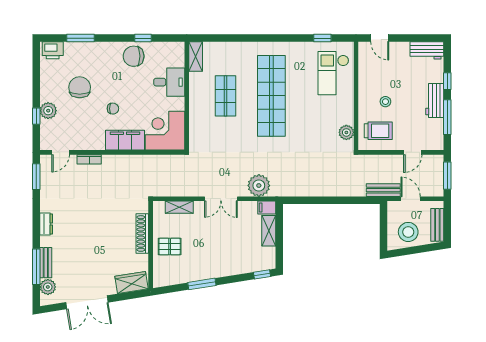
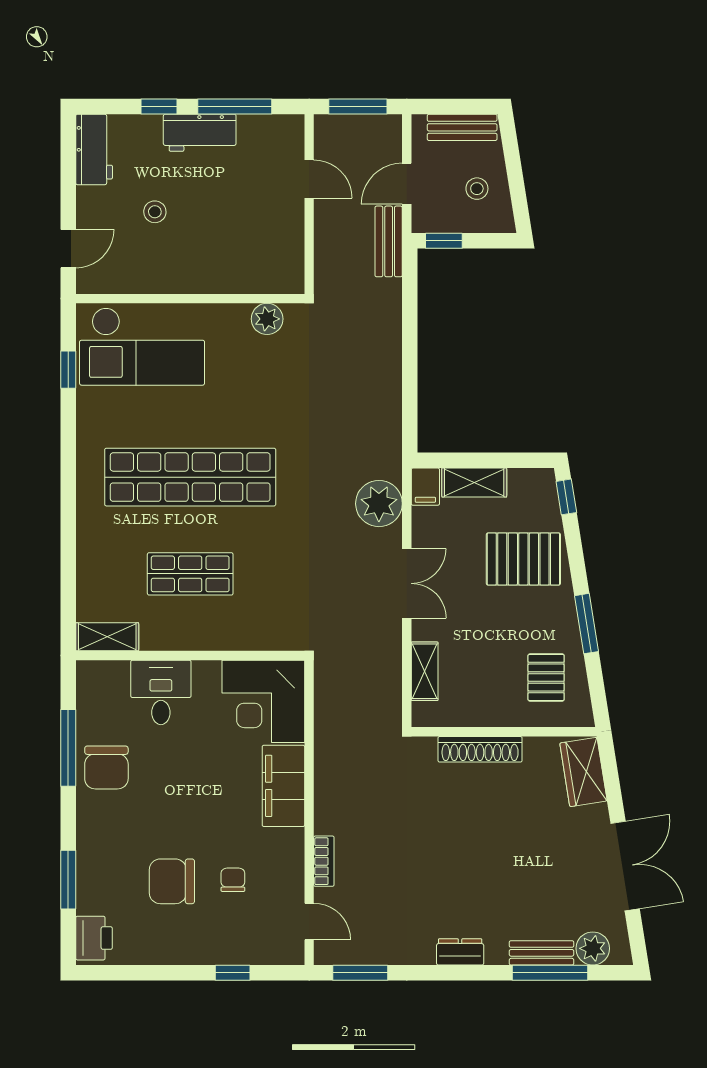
window: (143, 38) -> (68, 748), width x2.17
checkout: (333, 73) -> (142, 346), width x1.36, depth x1.21
stool: (385, 102) -> (155, 212), moved
chair: (113, 109) -> (233, 880), moved
plant: (48, 111) -> (221, 948), removed
trolley: (378, 131) -> (263, 252), removed
window: (384, 216) -> (444, 241), added
stool: (408, 232) -> (477, 189), width x0.53, depth x0.53
pallet: (170, 246) -> (546, 678), moved
pallet: (233, 254) -> (523, 559), added

